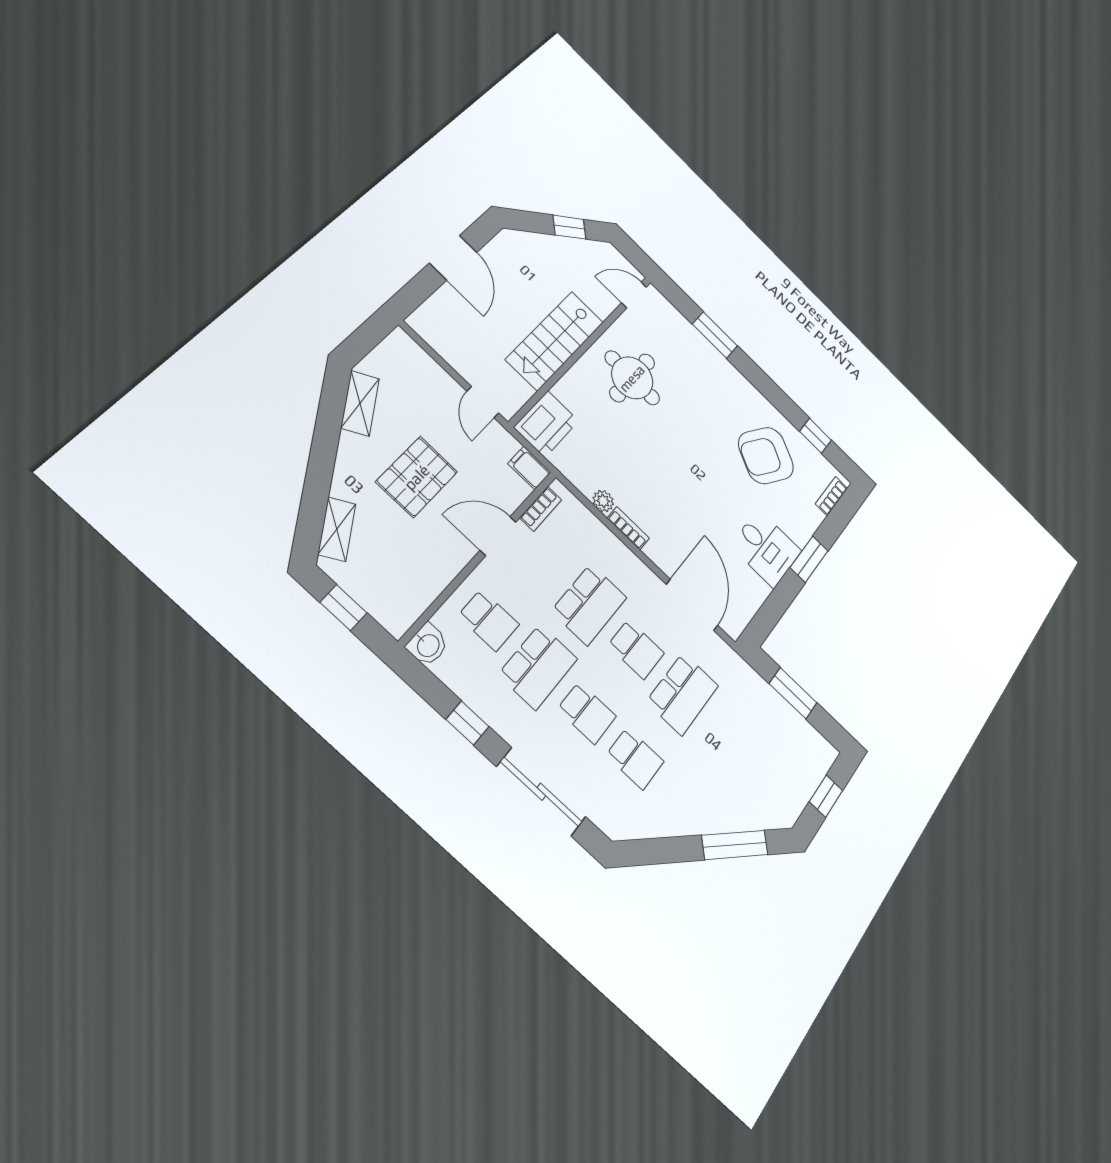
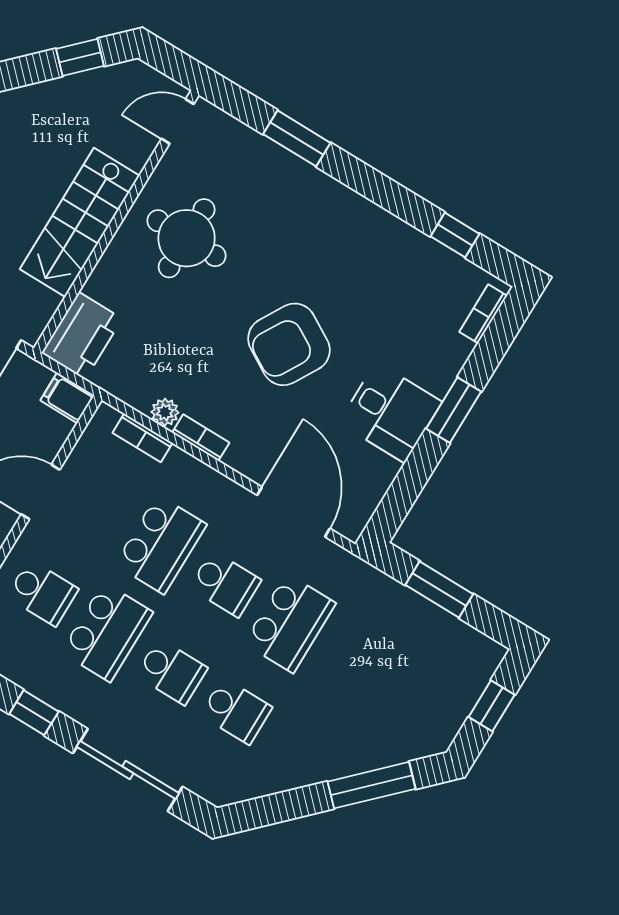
armchair: (766, 456) -> (289, 344), moved
bookcase: (541, 509) -> (143, 438), moved, turned 90

